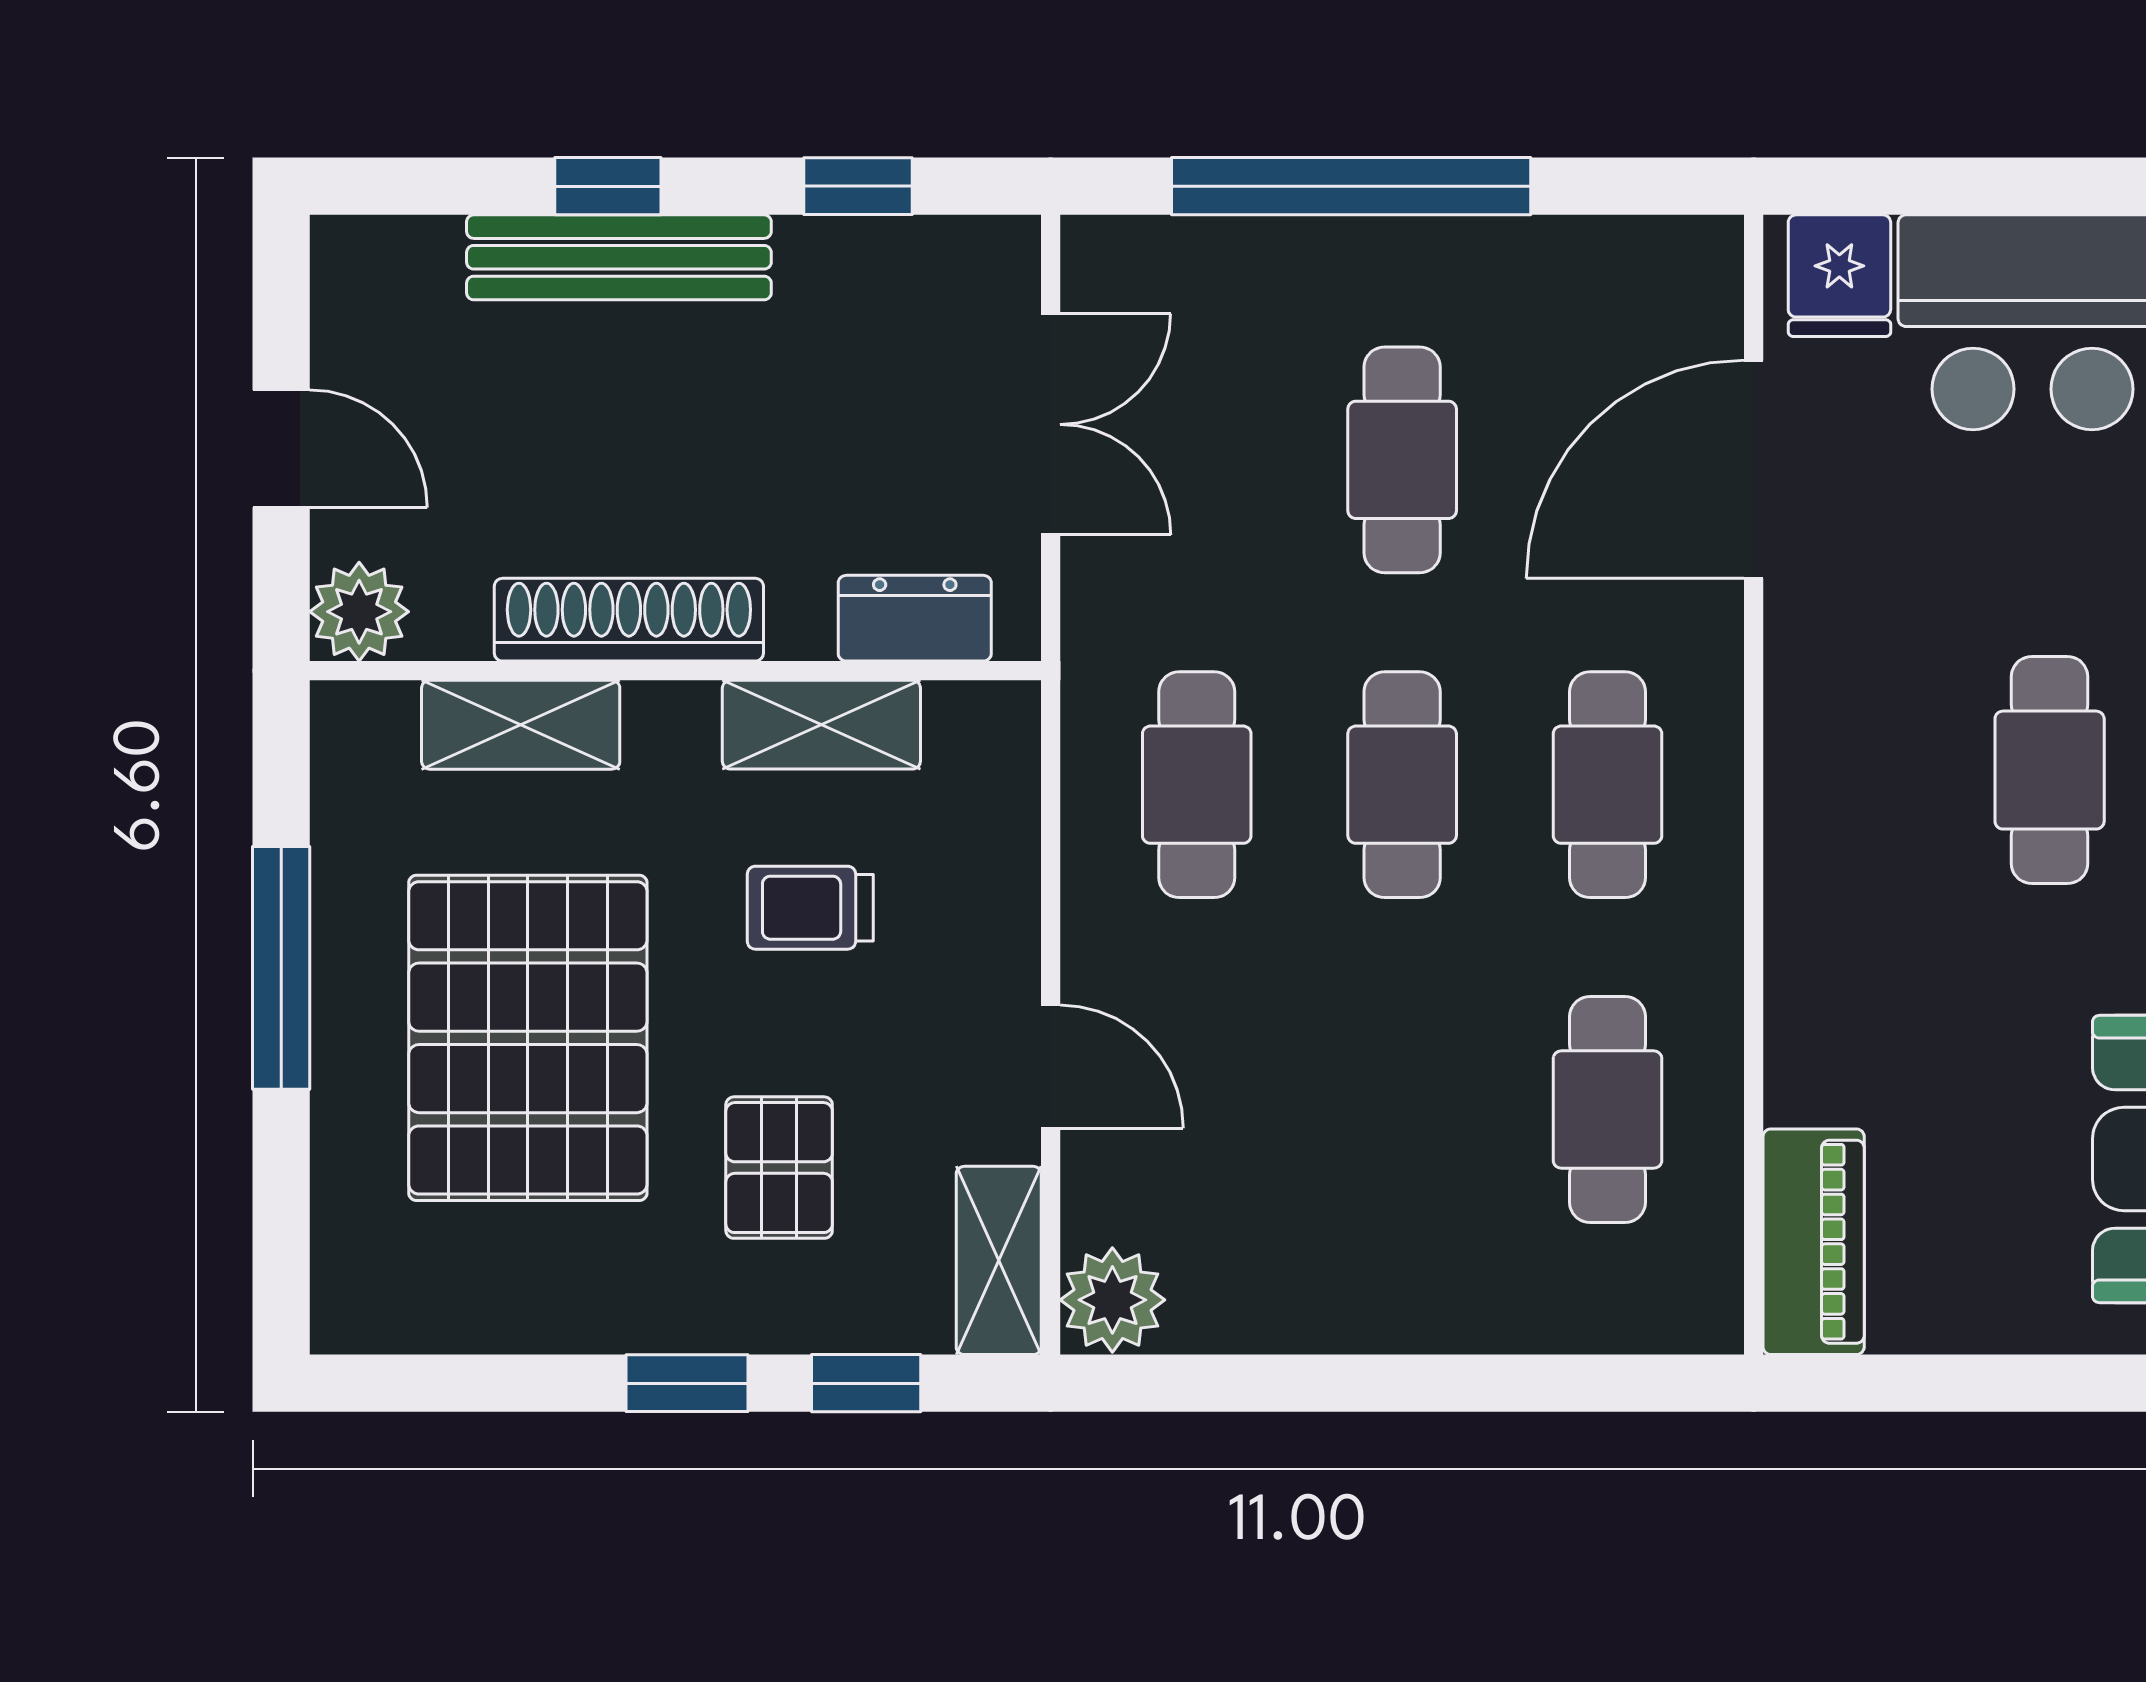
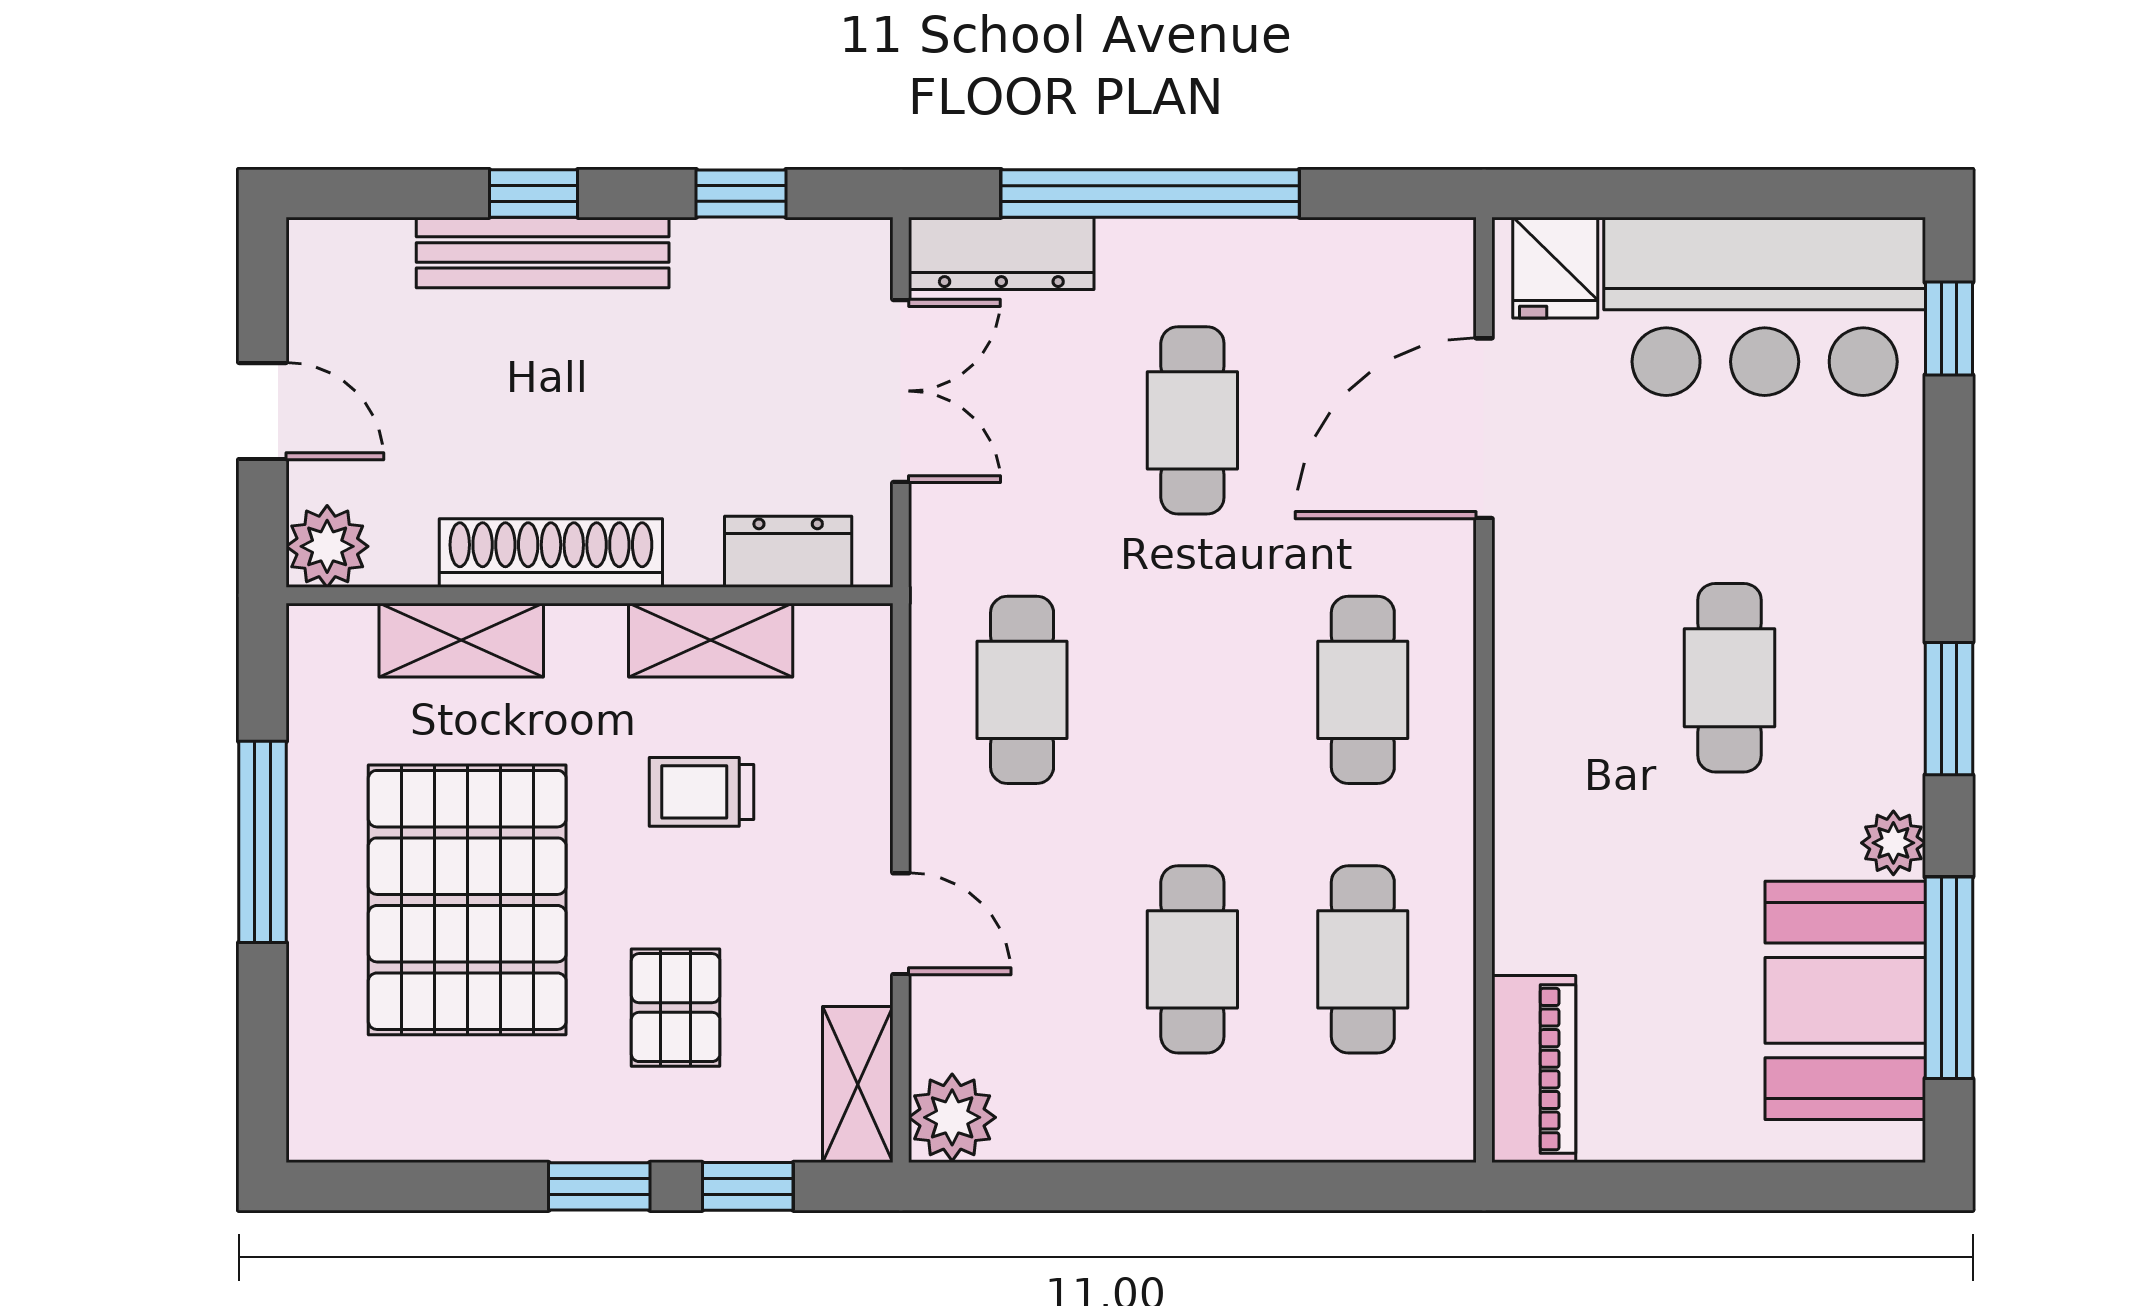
dresser: (1172, 258) -> (1001, 253), added
cafe table: (1402, 785) -> (1192, 959), moved

